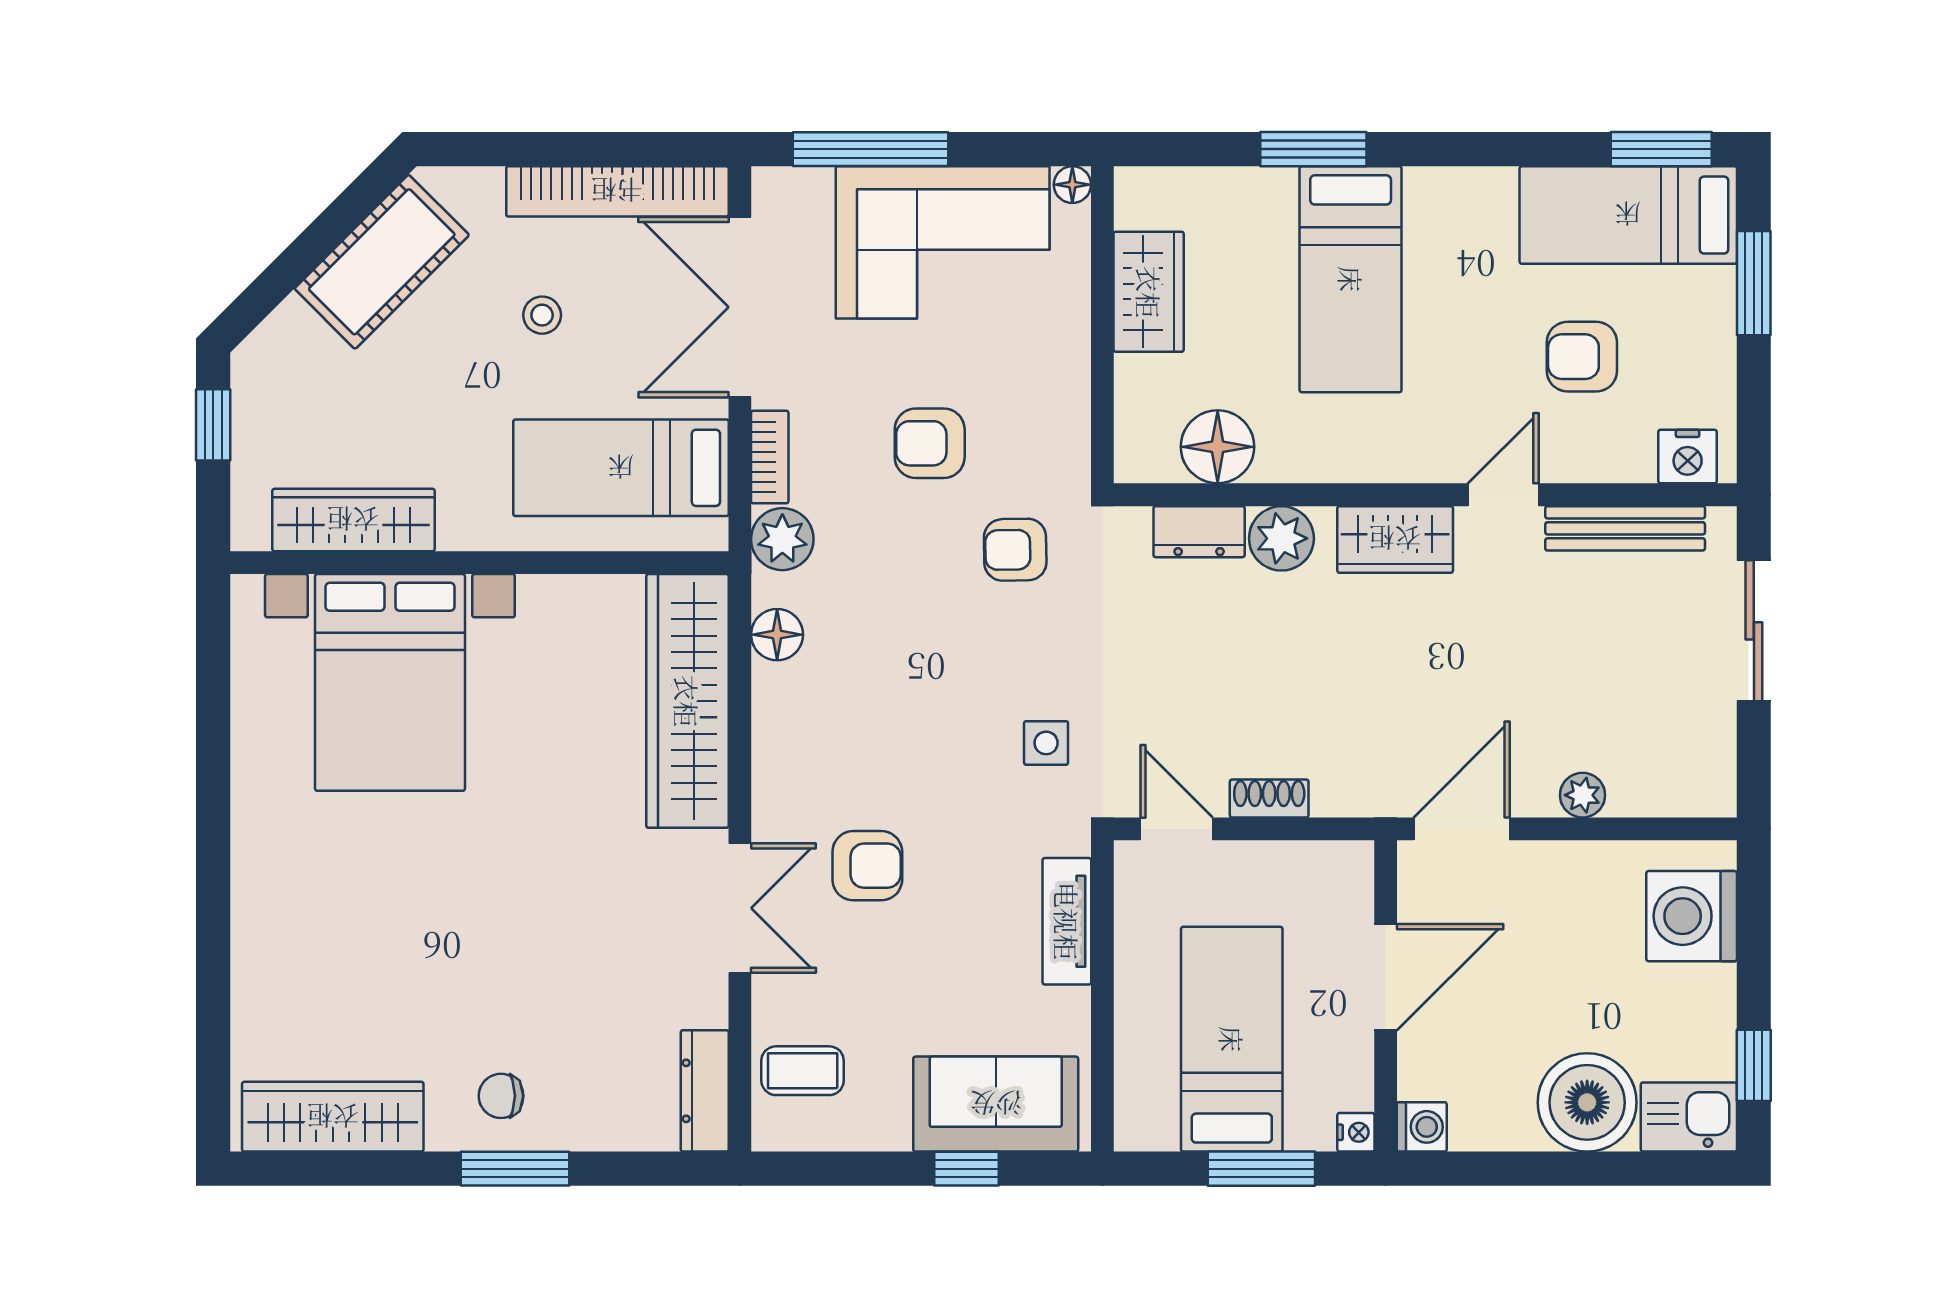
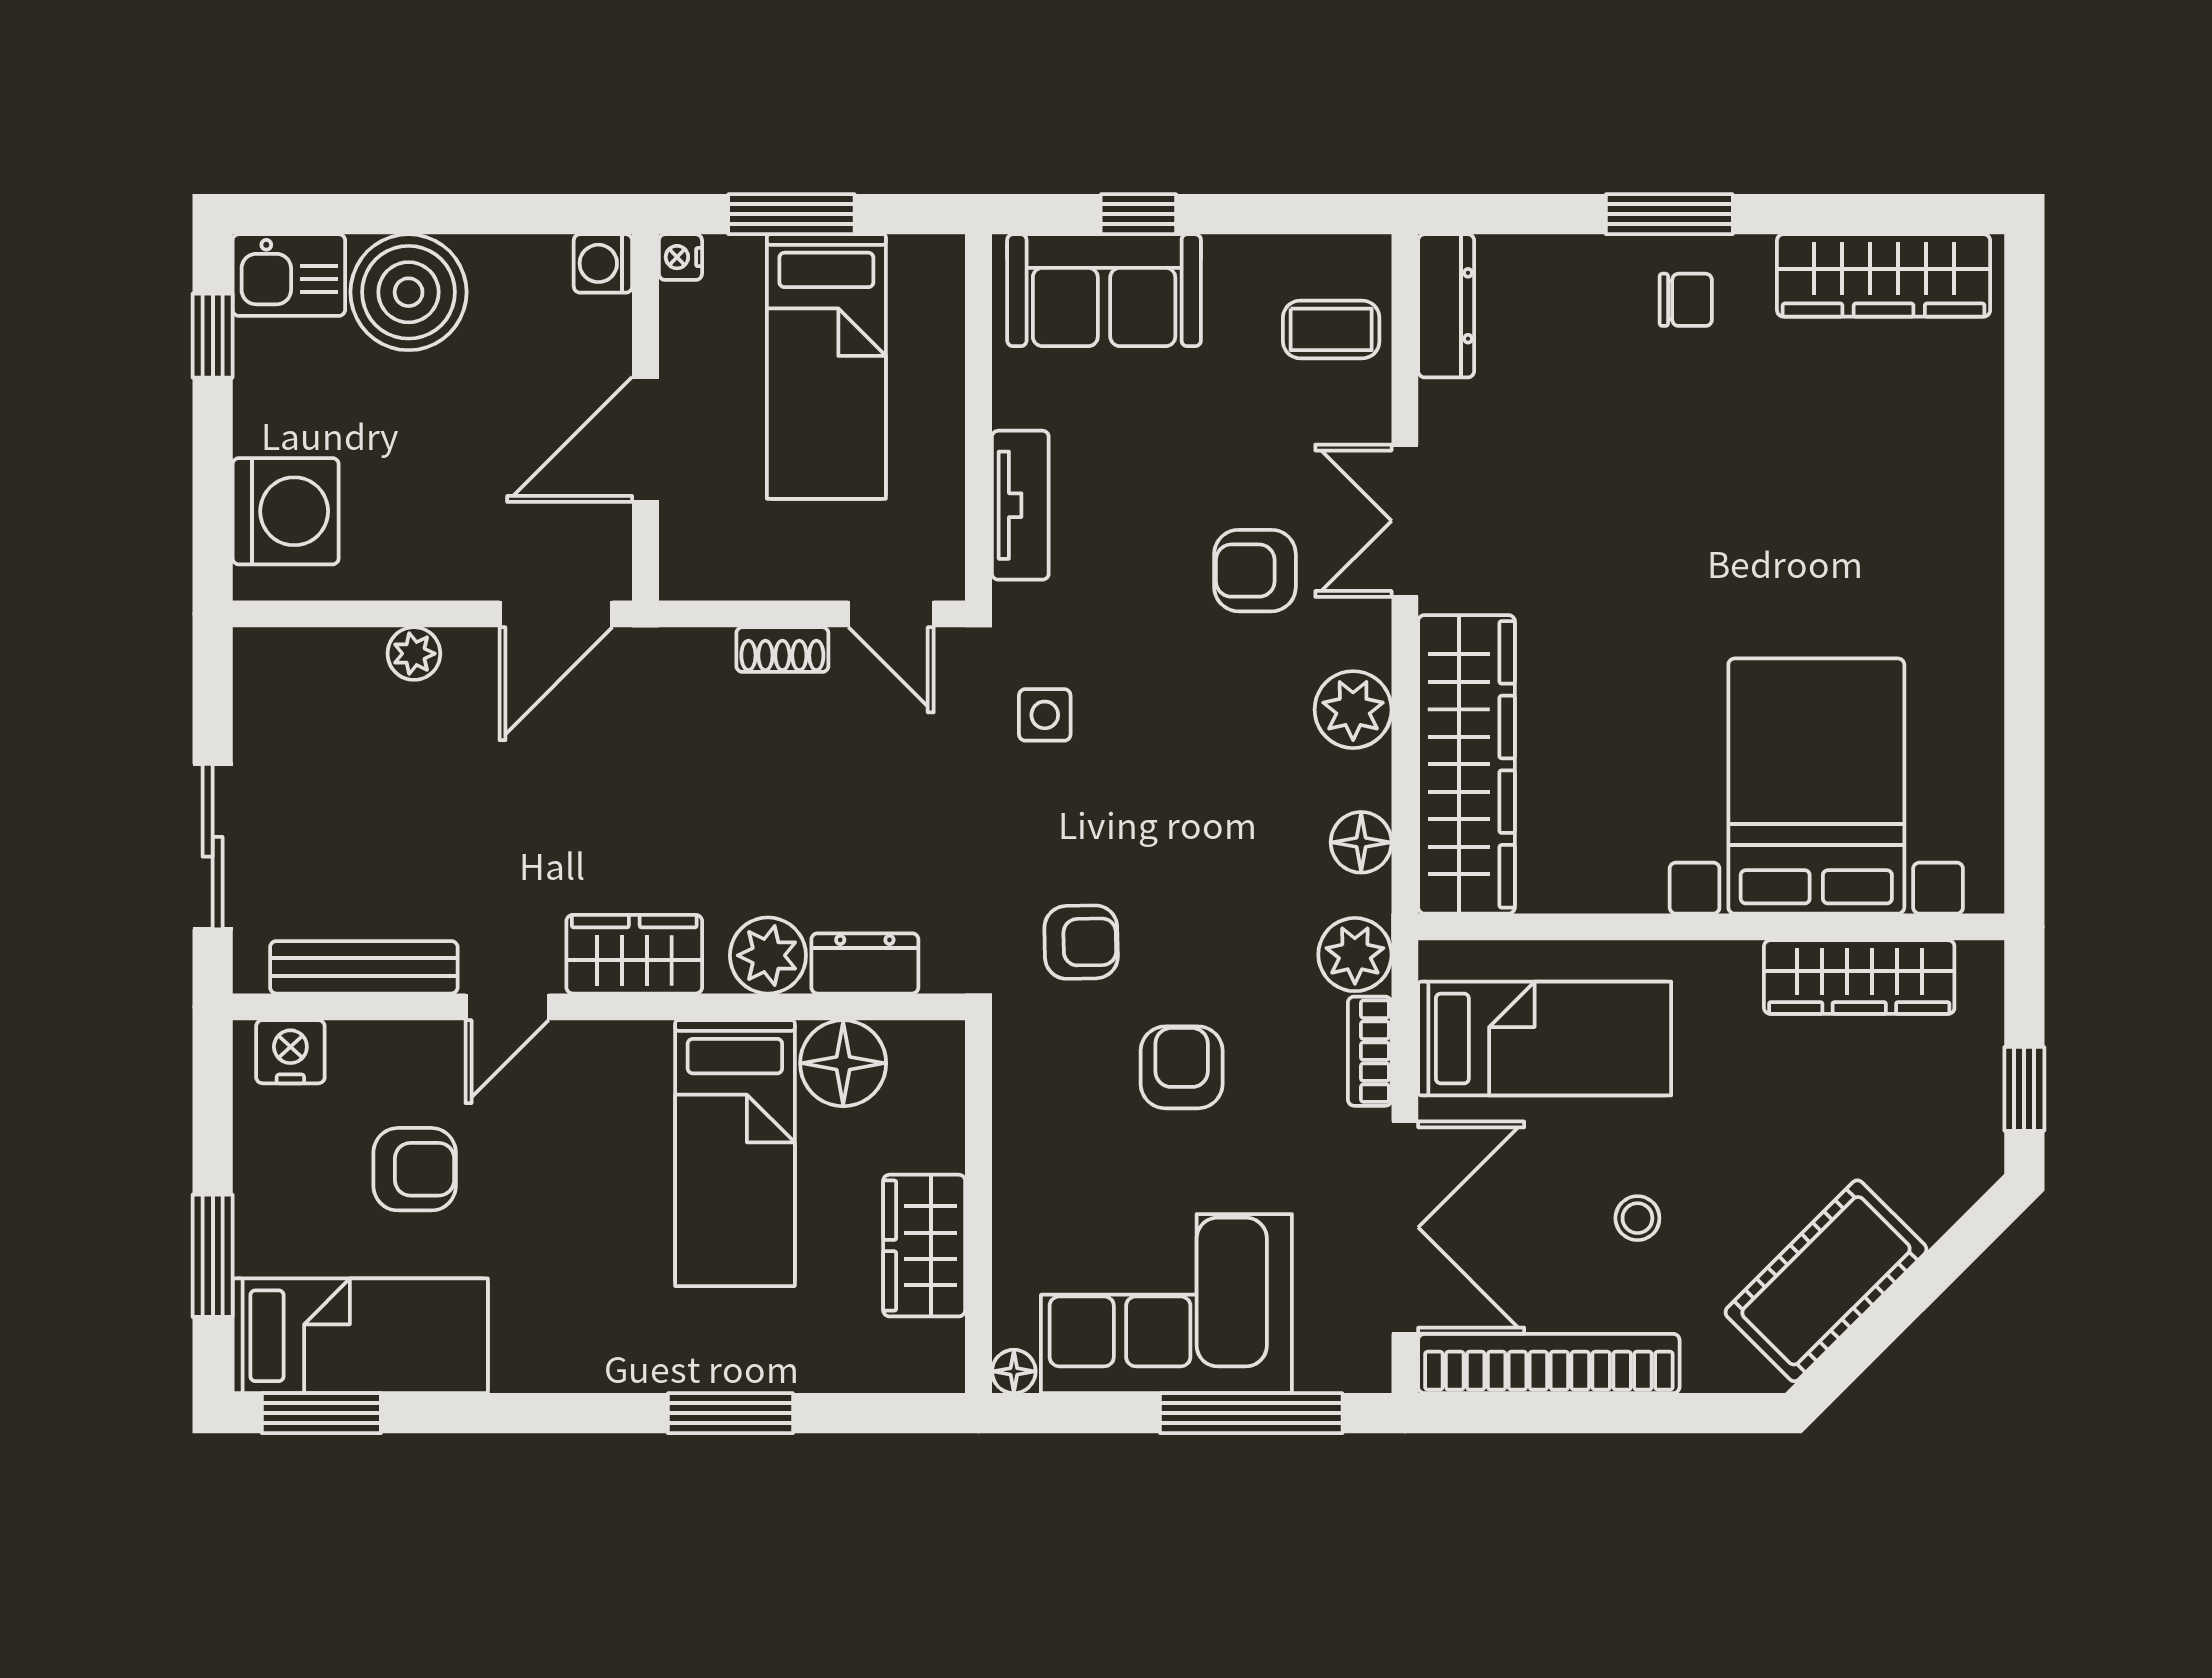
bed: (1351, 279) -> (735, 1153), moved, turned 180
armchair: (930, 443) -> (1182, 1067), turned -90
plant: (784, 748) -> (1353, 710), added

